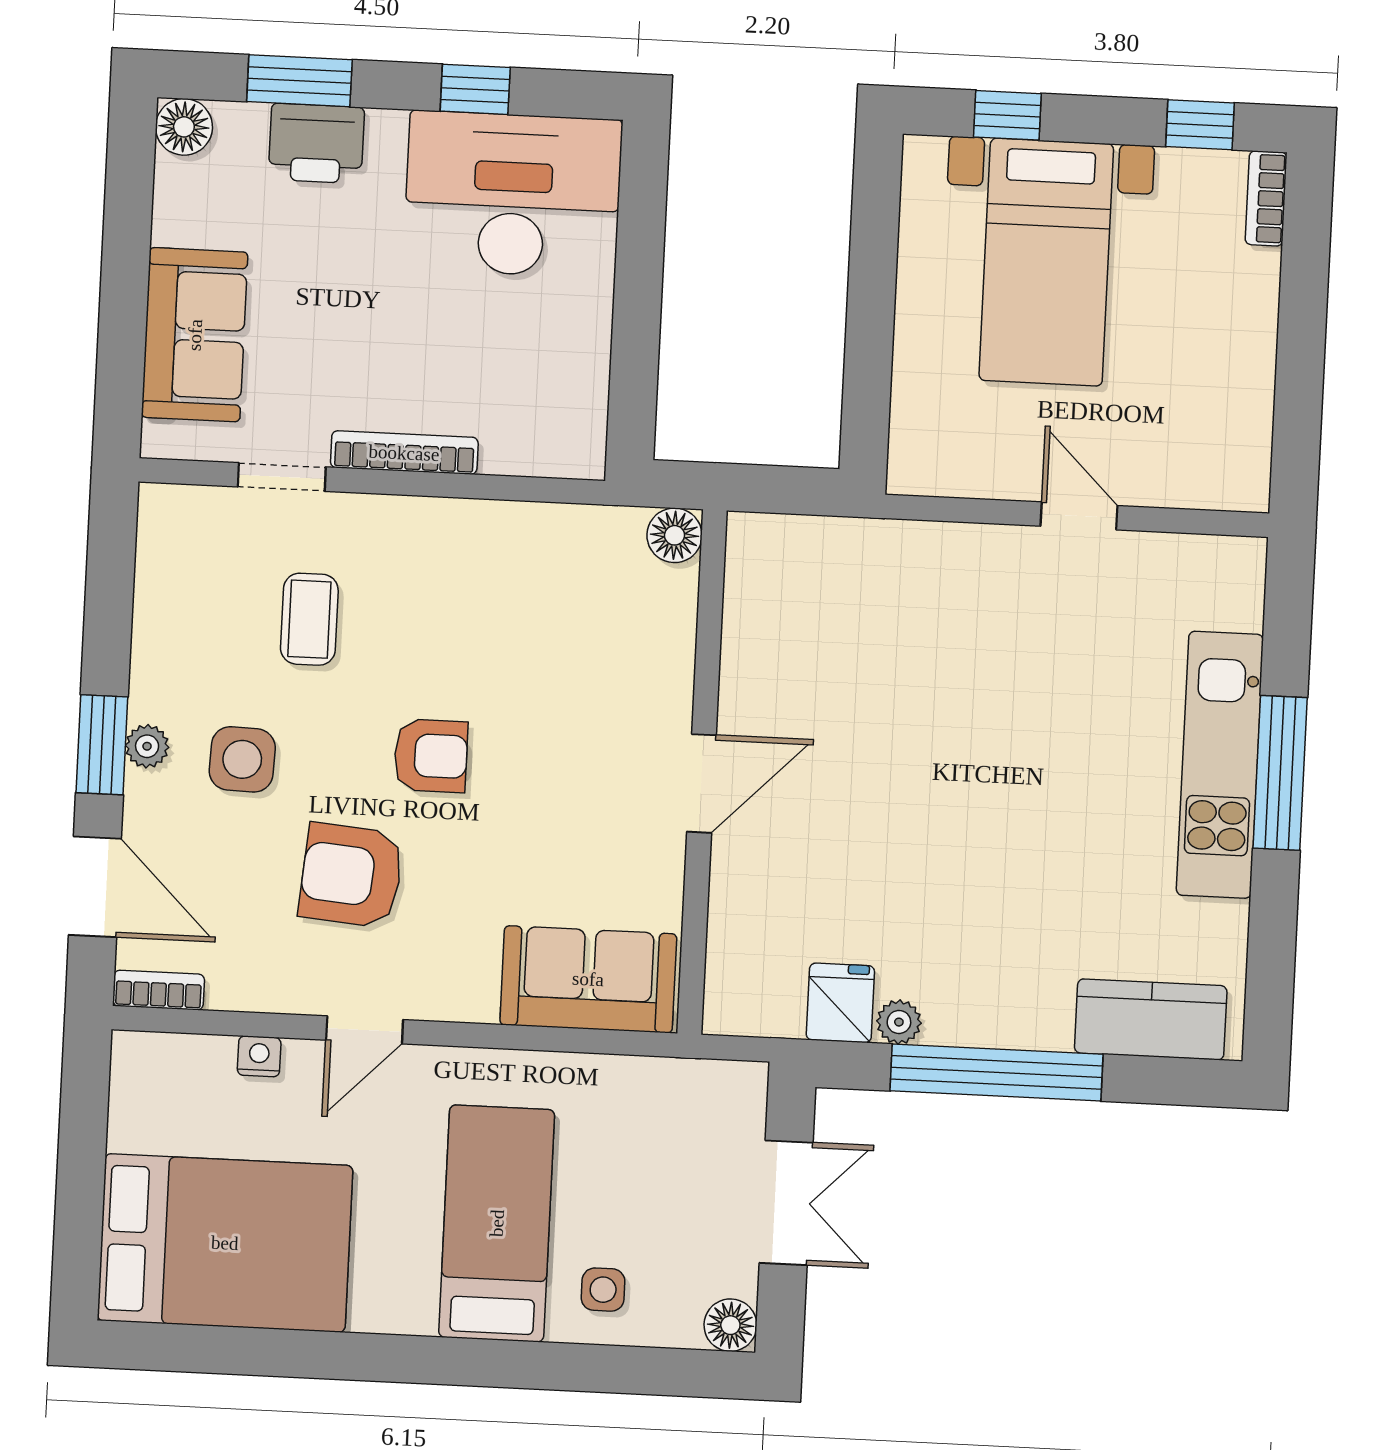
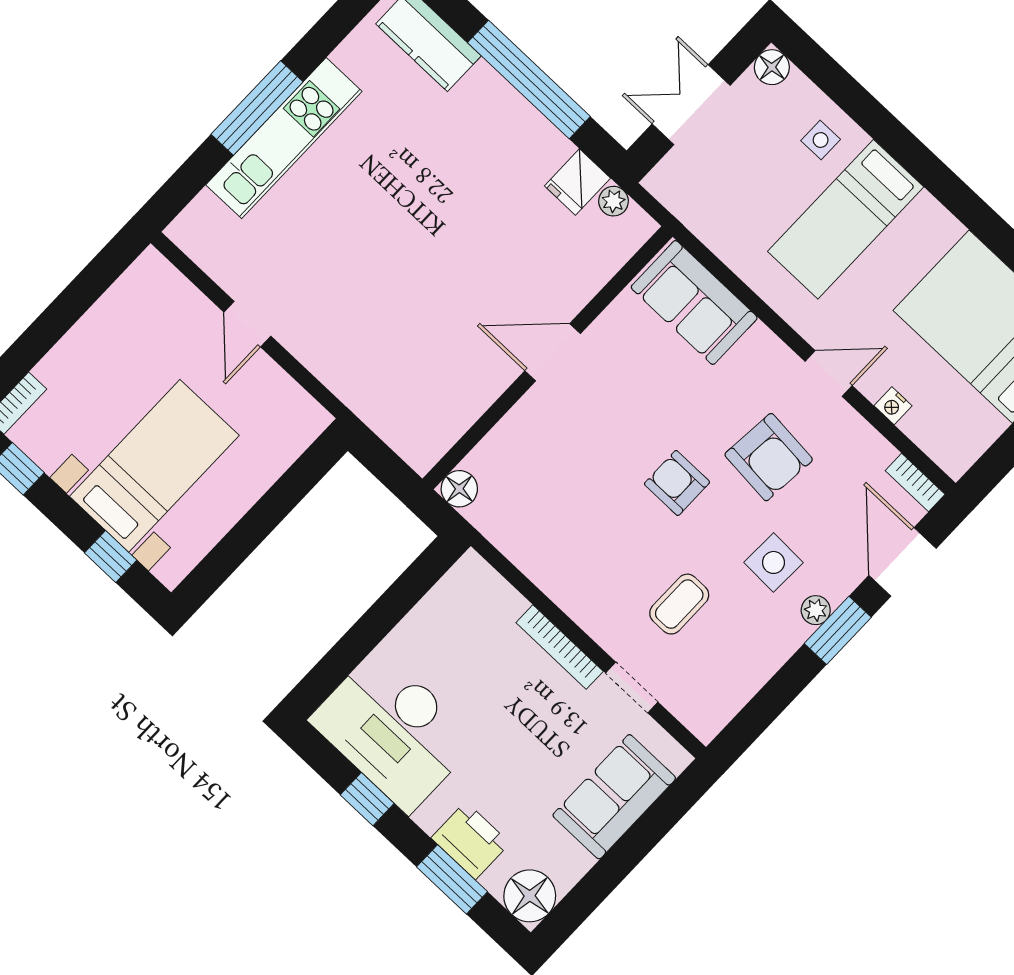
floor lamp: (184, 127) -> (530, 896), width x1.38, depth x1.38
plant: (899, 1022) -> (613, 201), moved

